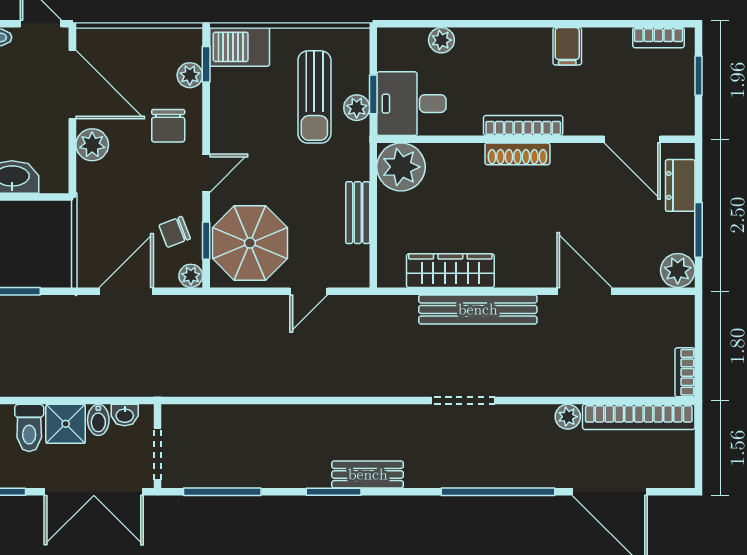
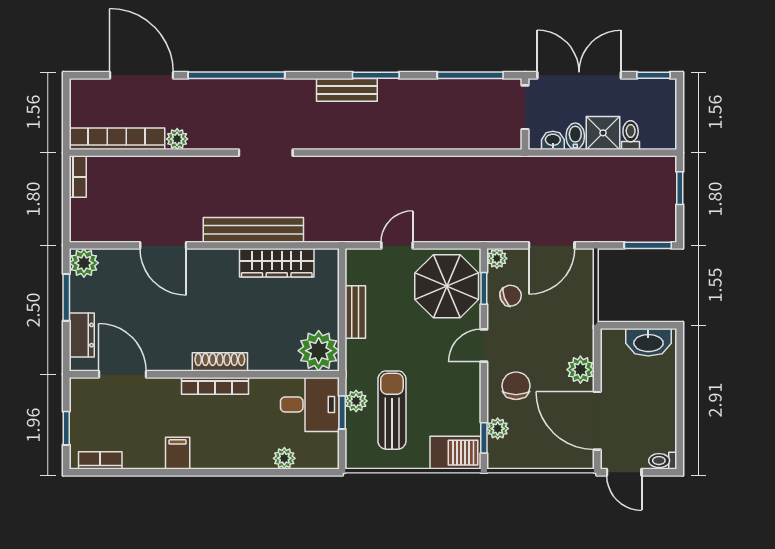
toilet: (29, 428) -> (631, 135), width x0.73, depth x0.72

